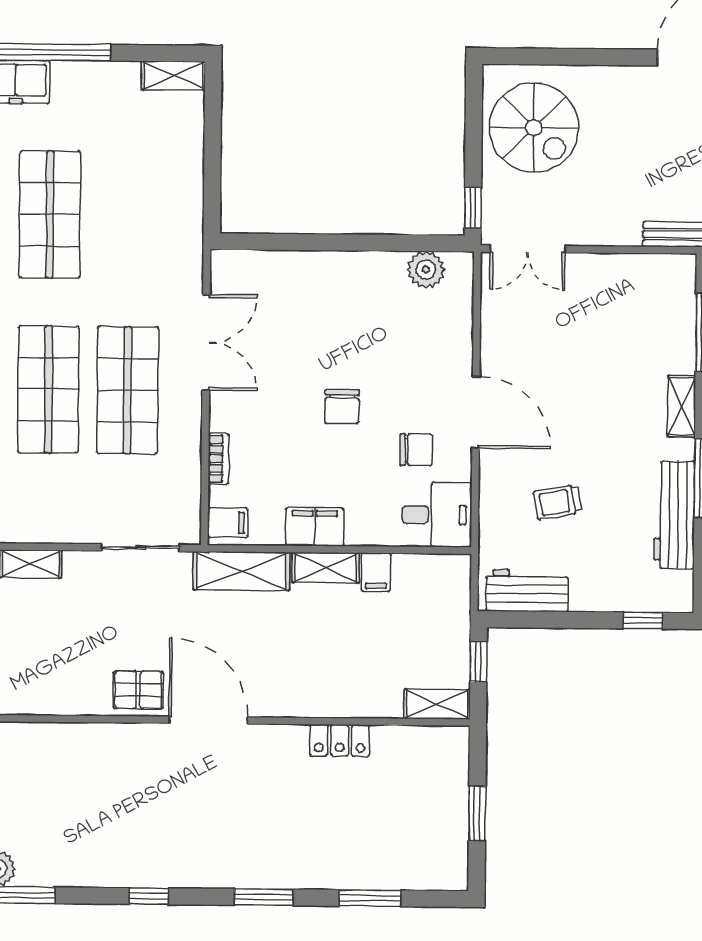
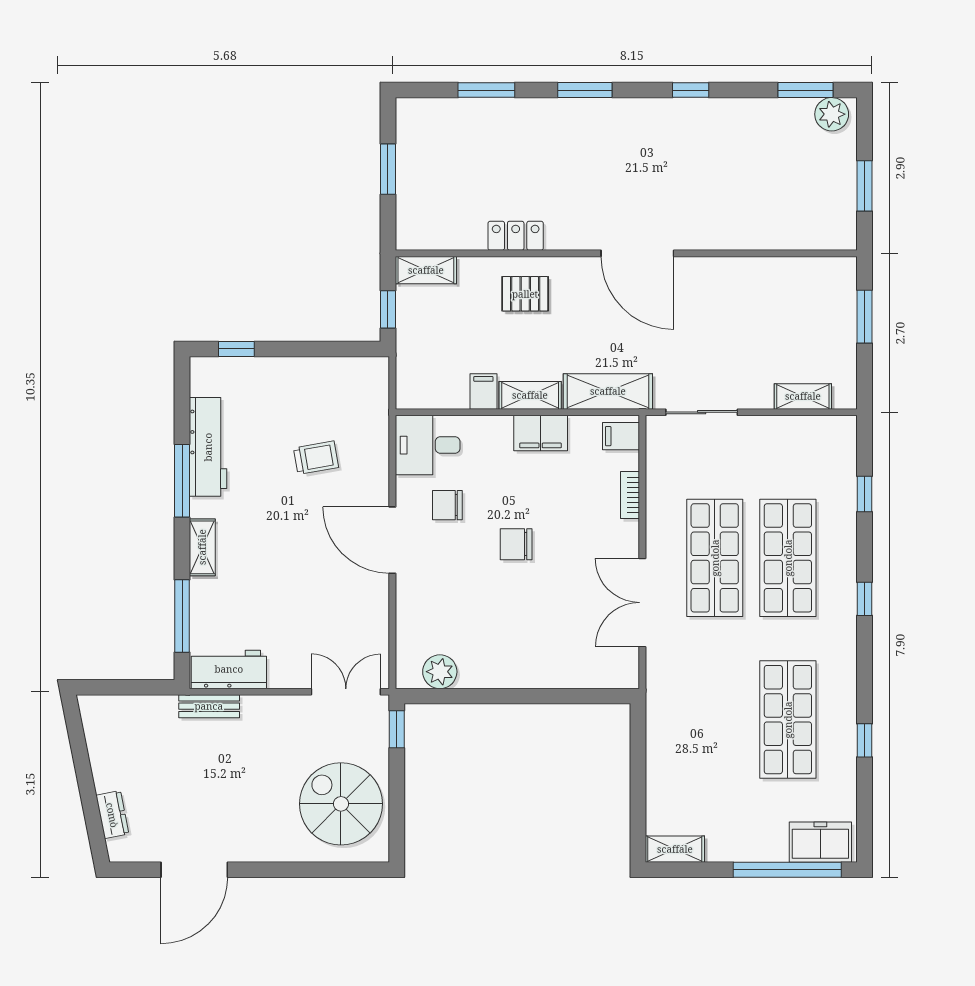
chair: (342, 407) -> (516, 544), turned -90
workbench: (527, 591) -> (229, 669), moved, turned 180
pallet: (138, 690) -> (525, 294), moved

